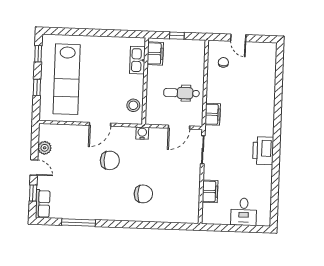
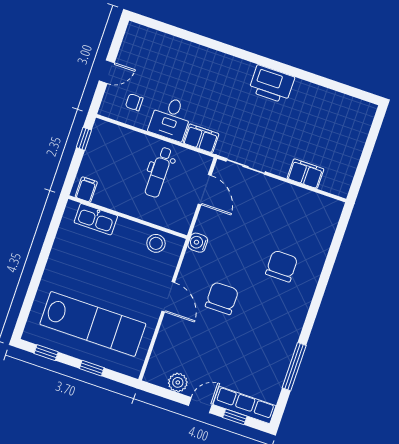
window: (177, 36) -> (84, 139), moved
filing cabinet: (155, 54) -> (86, 189), width x0.50
row of seats: (43, 204) -> (244, 405), width x1.48
desk: (244, 212) -> (171, 118), moved, turned 90

